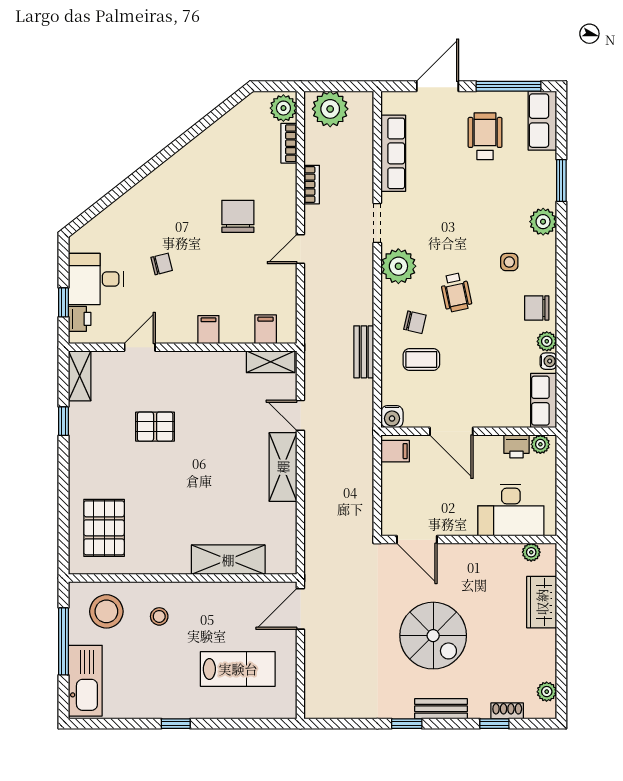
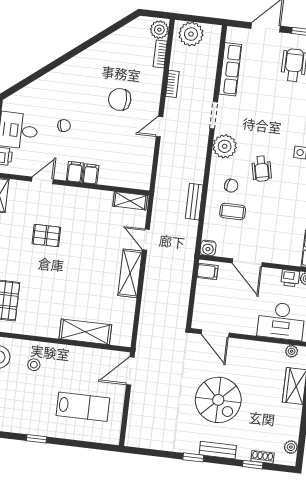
chair: (238, 216) -> (120, 99), turned -90
filing cabinet: (266, 329) -> (75, 172), moved

